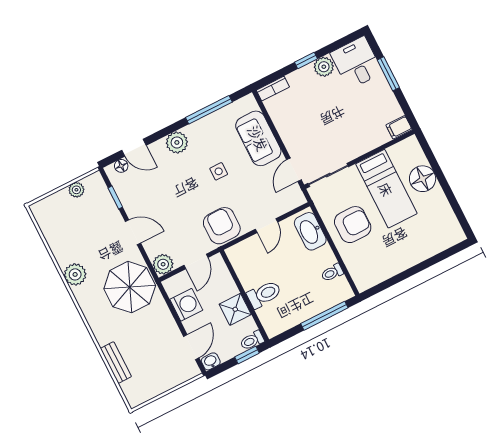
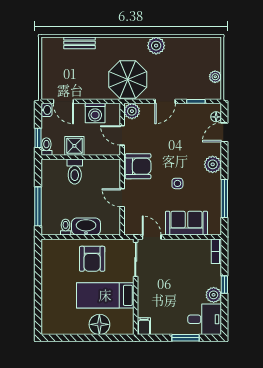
washbasin: (310, 231) -> (86, 227), moved

